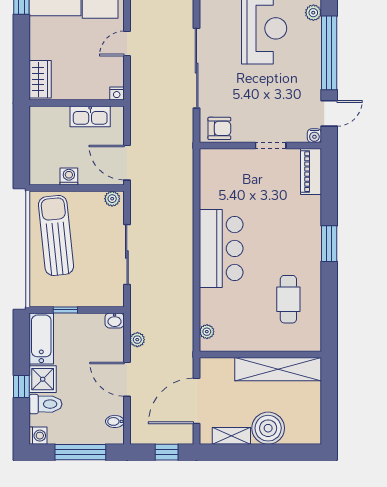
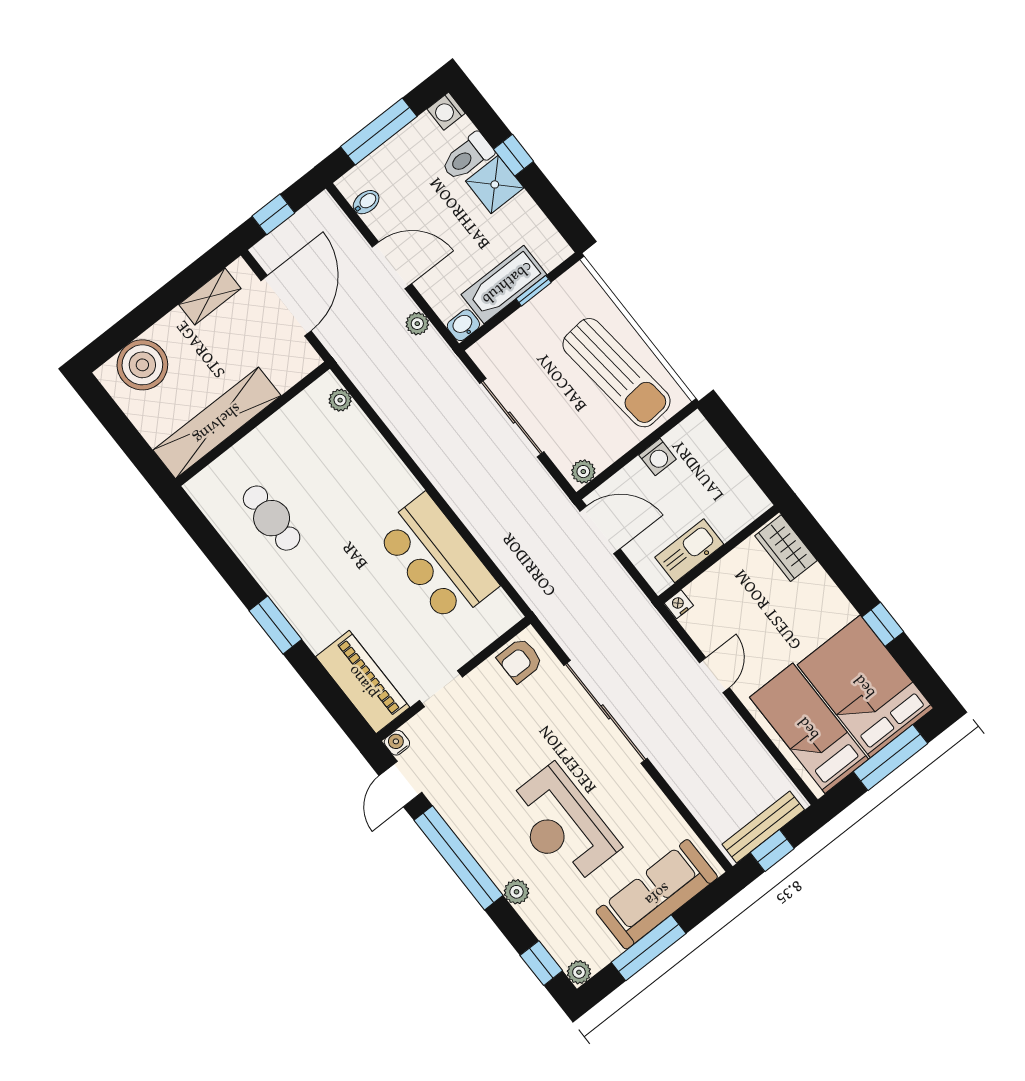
piano: (311, 172) -> (363, 682), width x1.37, depth x1.33
bar counter: (221, 248) -> (437, 559), moved
bathtub: (41, 339) -> (504, 285), moved, turned 90
boiler: (268, 428) -> (142, 365), moved

